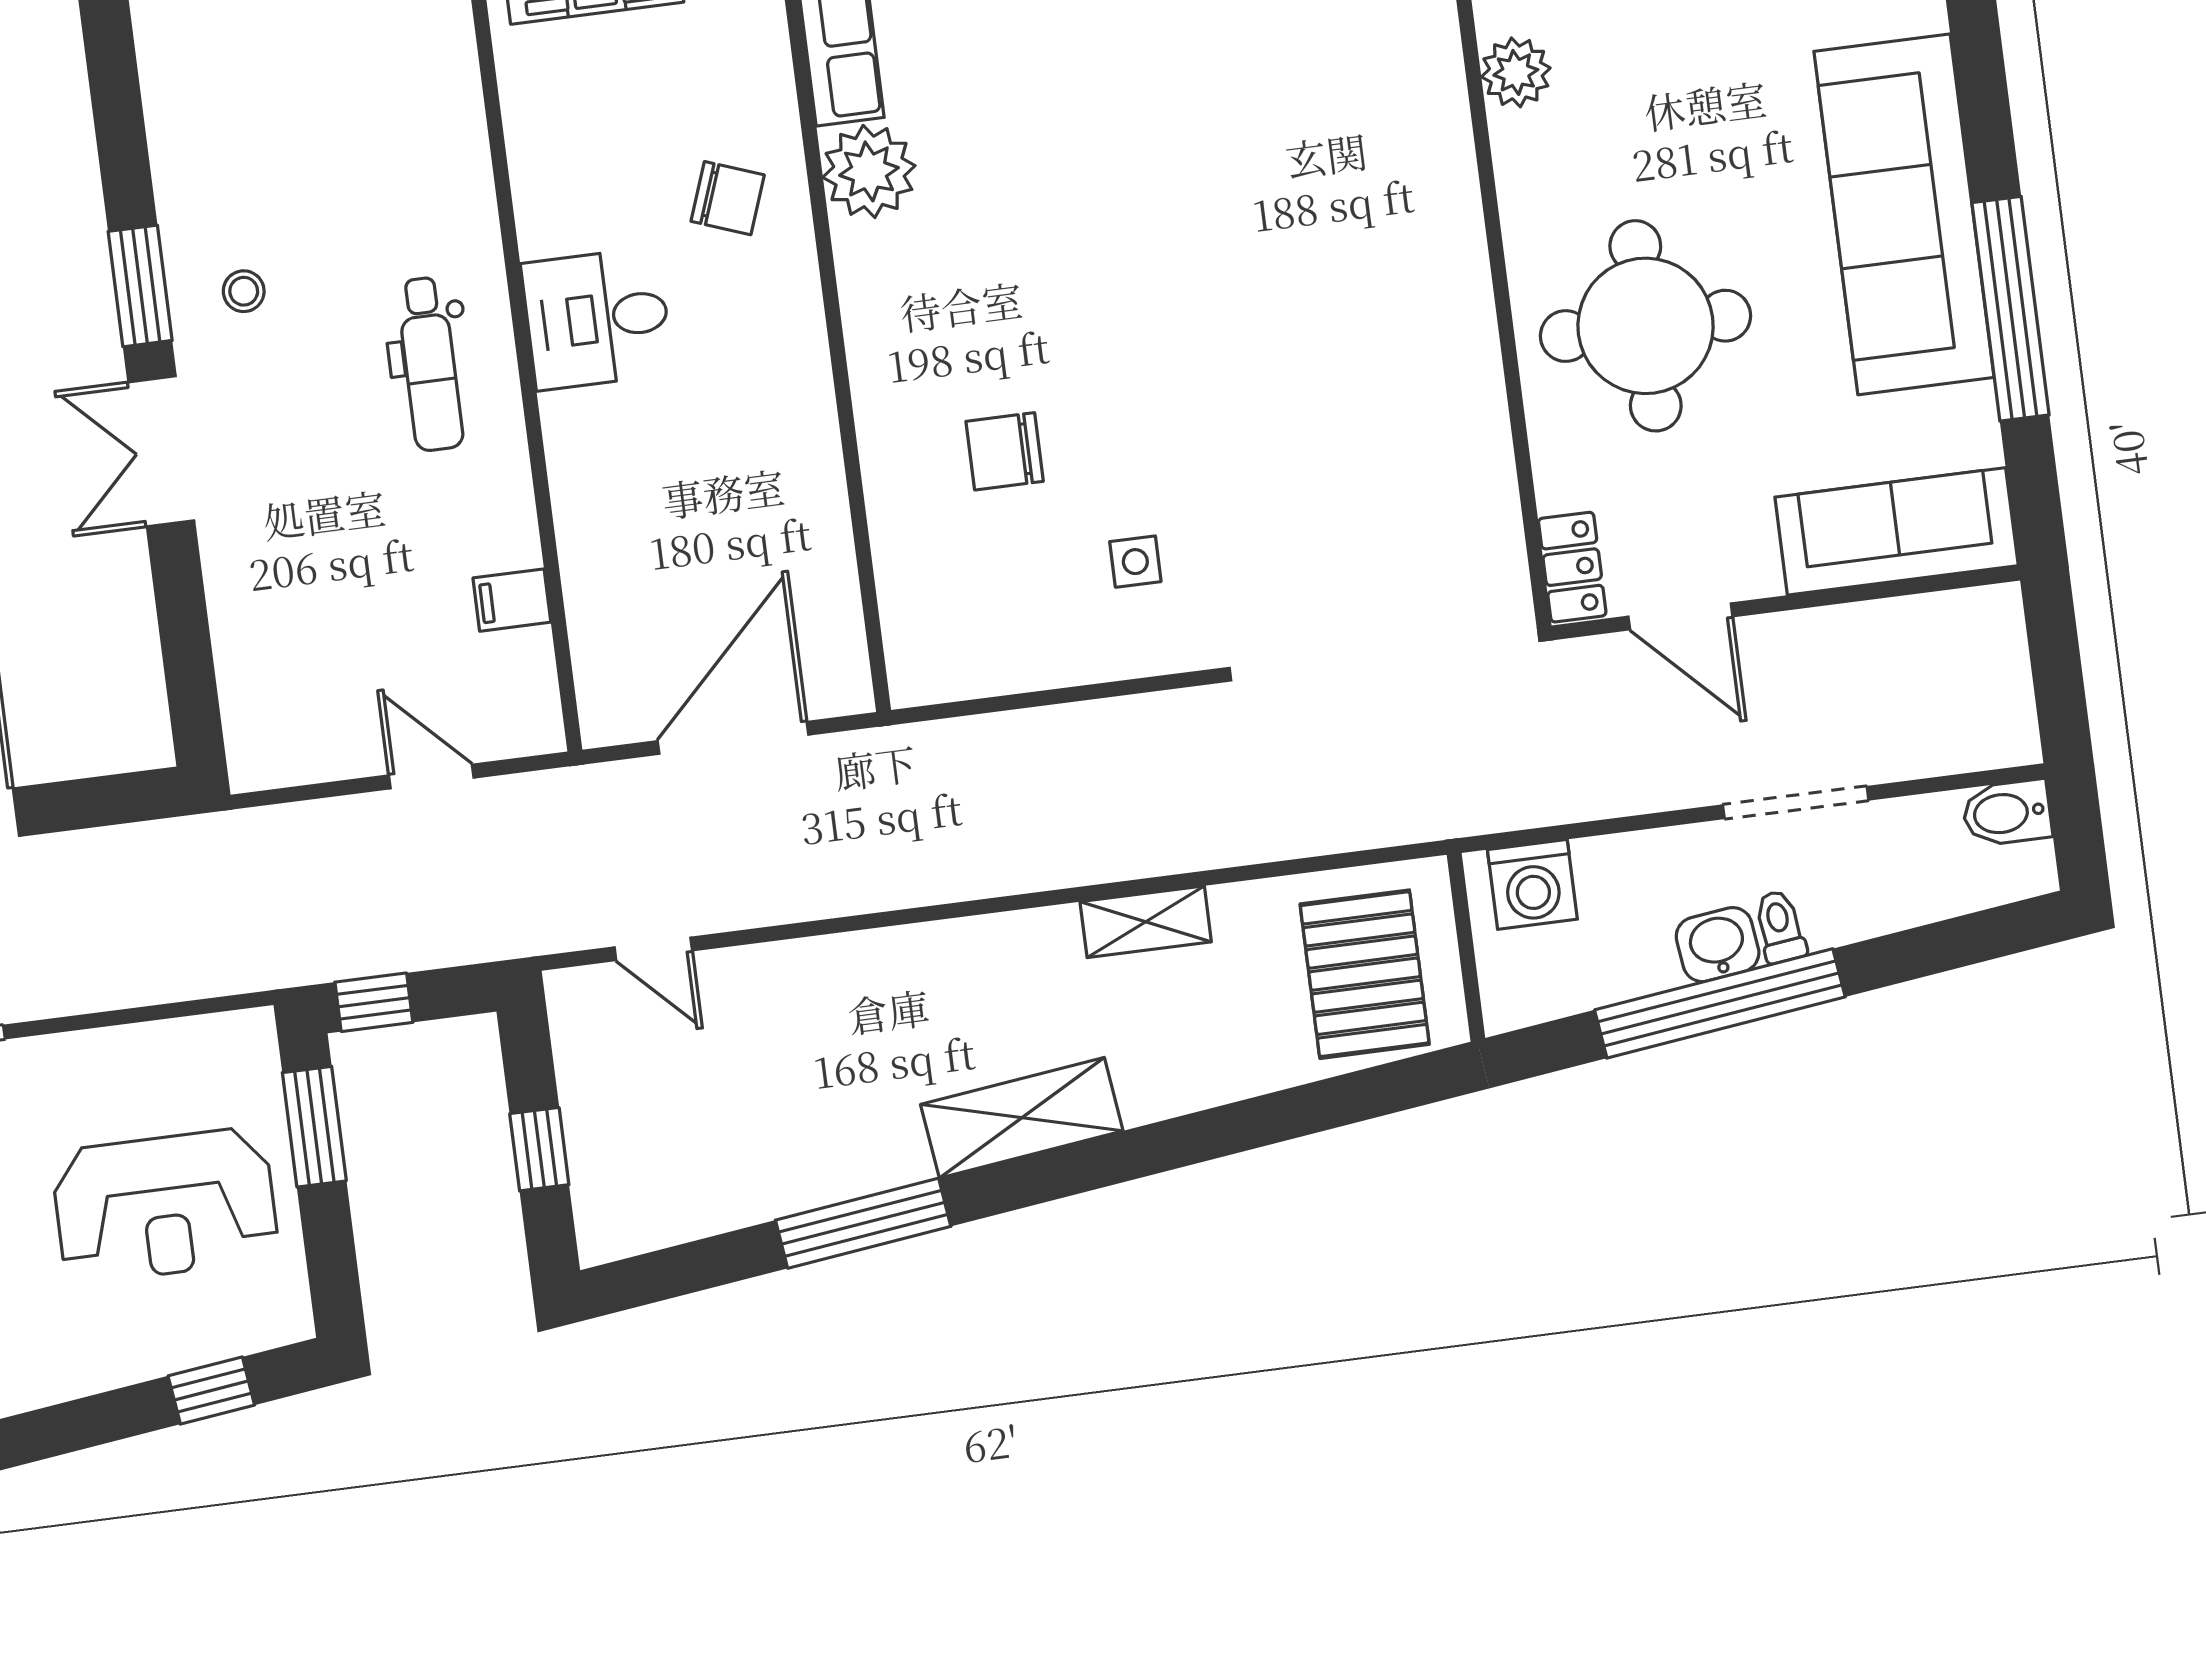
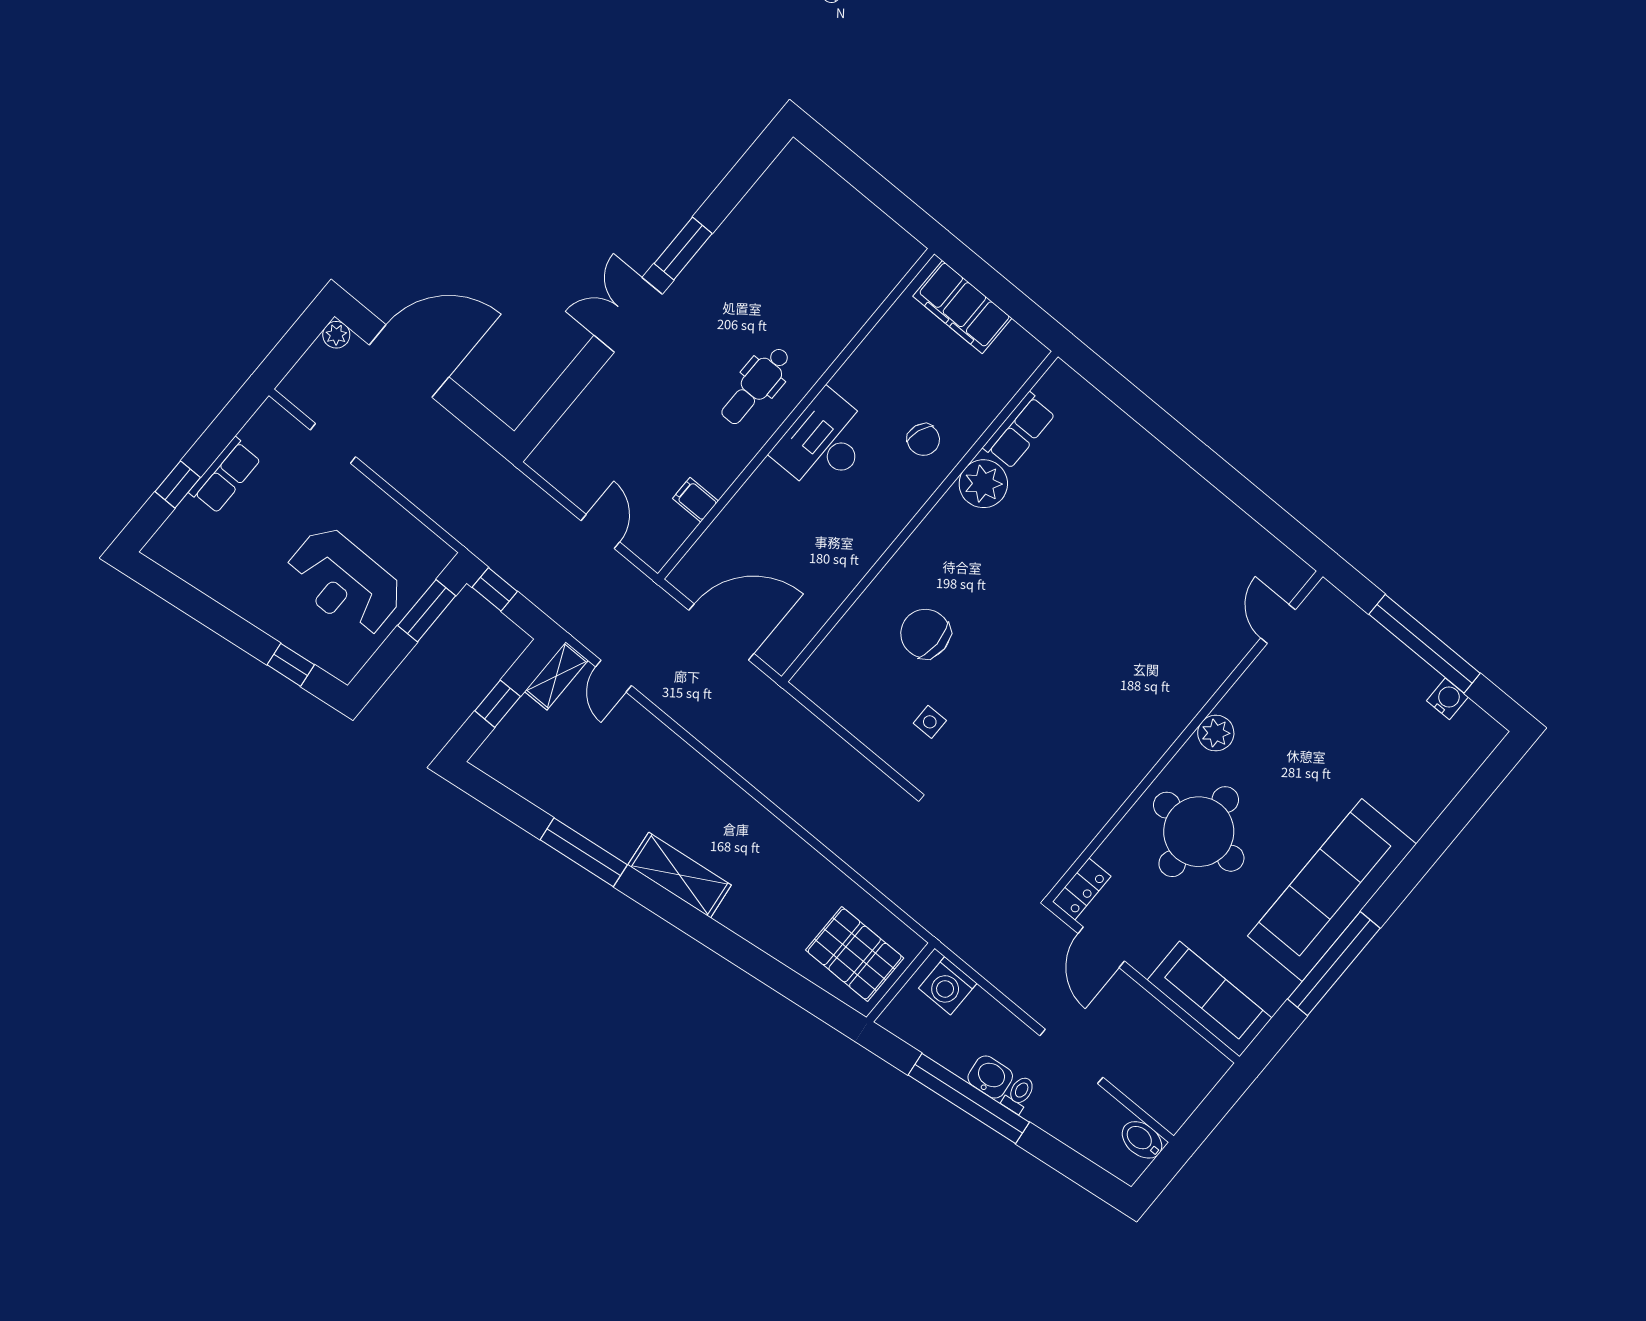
plant: (1516, 72) -> (1216, 733), moved
stool: (244, 291) -> (718, 290), removed
desk: (597, 319) -> (824, 442), width x1.37
chair: (1005, 451) -> (925, 634), width x1.37, depth x1.37
shelving: (1146, 922) -> (556, 676), moved, turned 90
pallet: (1365, 974) -> (855, 954), turned 90

